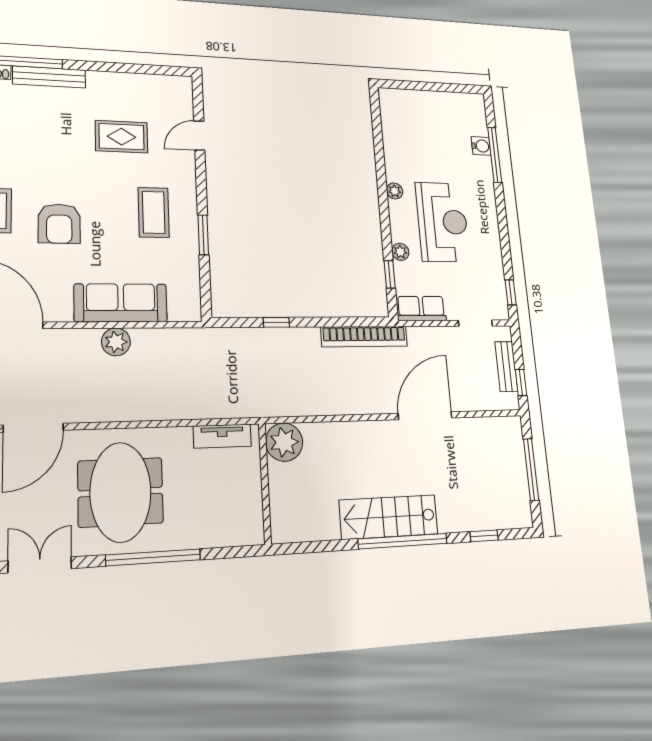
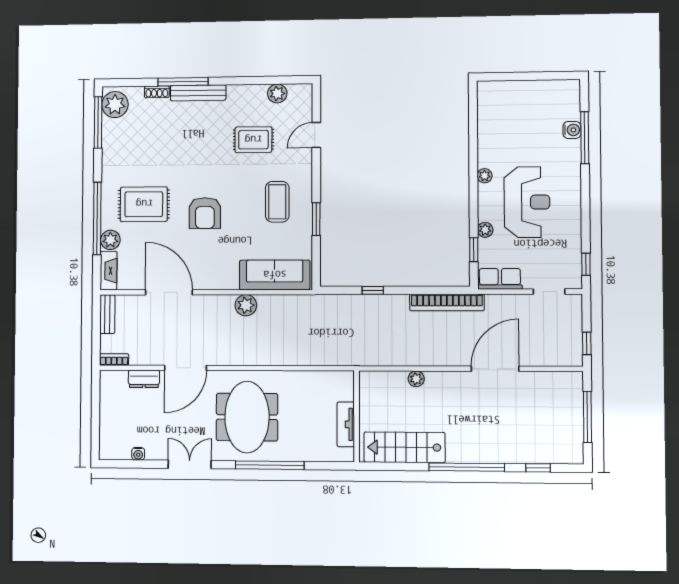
plant: (150, 85) -> (277, 93), added
sofa: (121, 303) -> (275, 275), moved
bench: (506, 366) -> (574, 329), removed
tv unit: (222, 436) -> (346, 424), moved, turned 90
plant: (284, 442) -> (416, 379), moved, width x0.53, depth x0.53
stairs: (389, 517) -> (404, 447), moved

